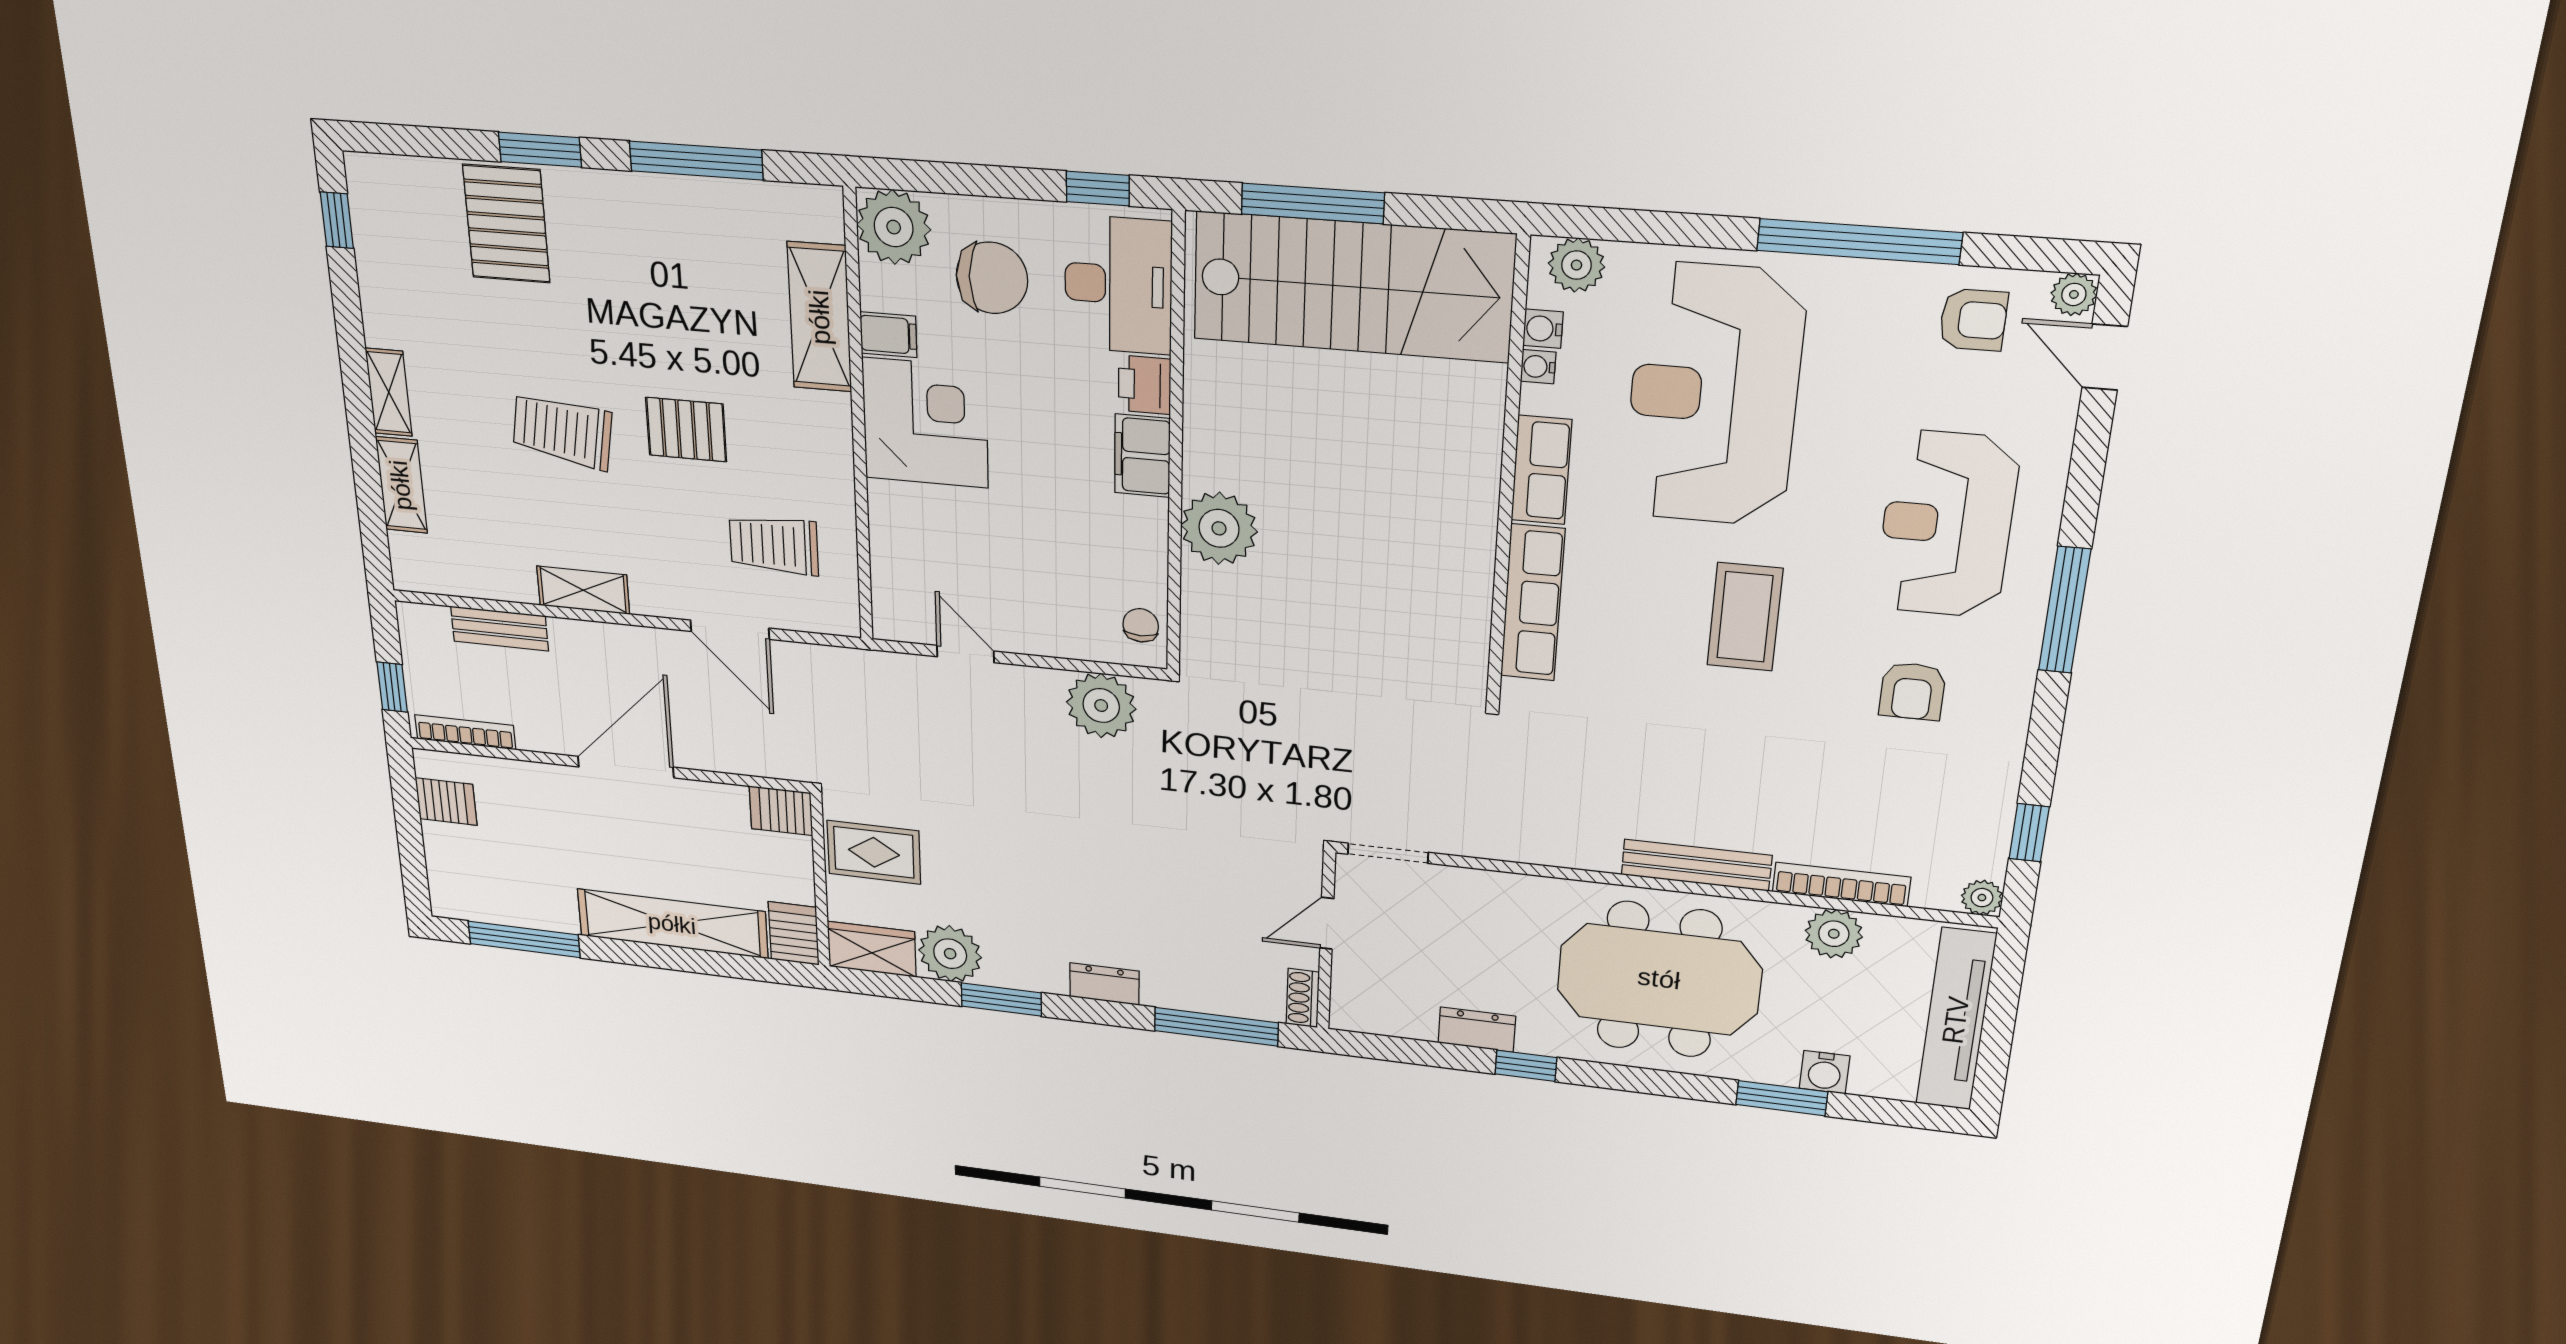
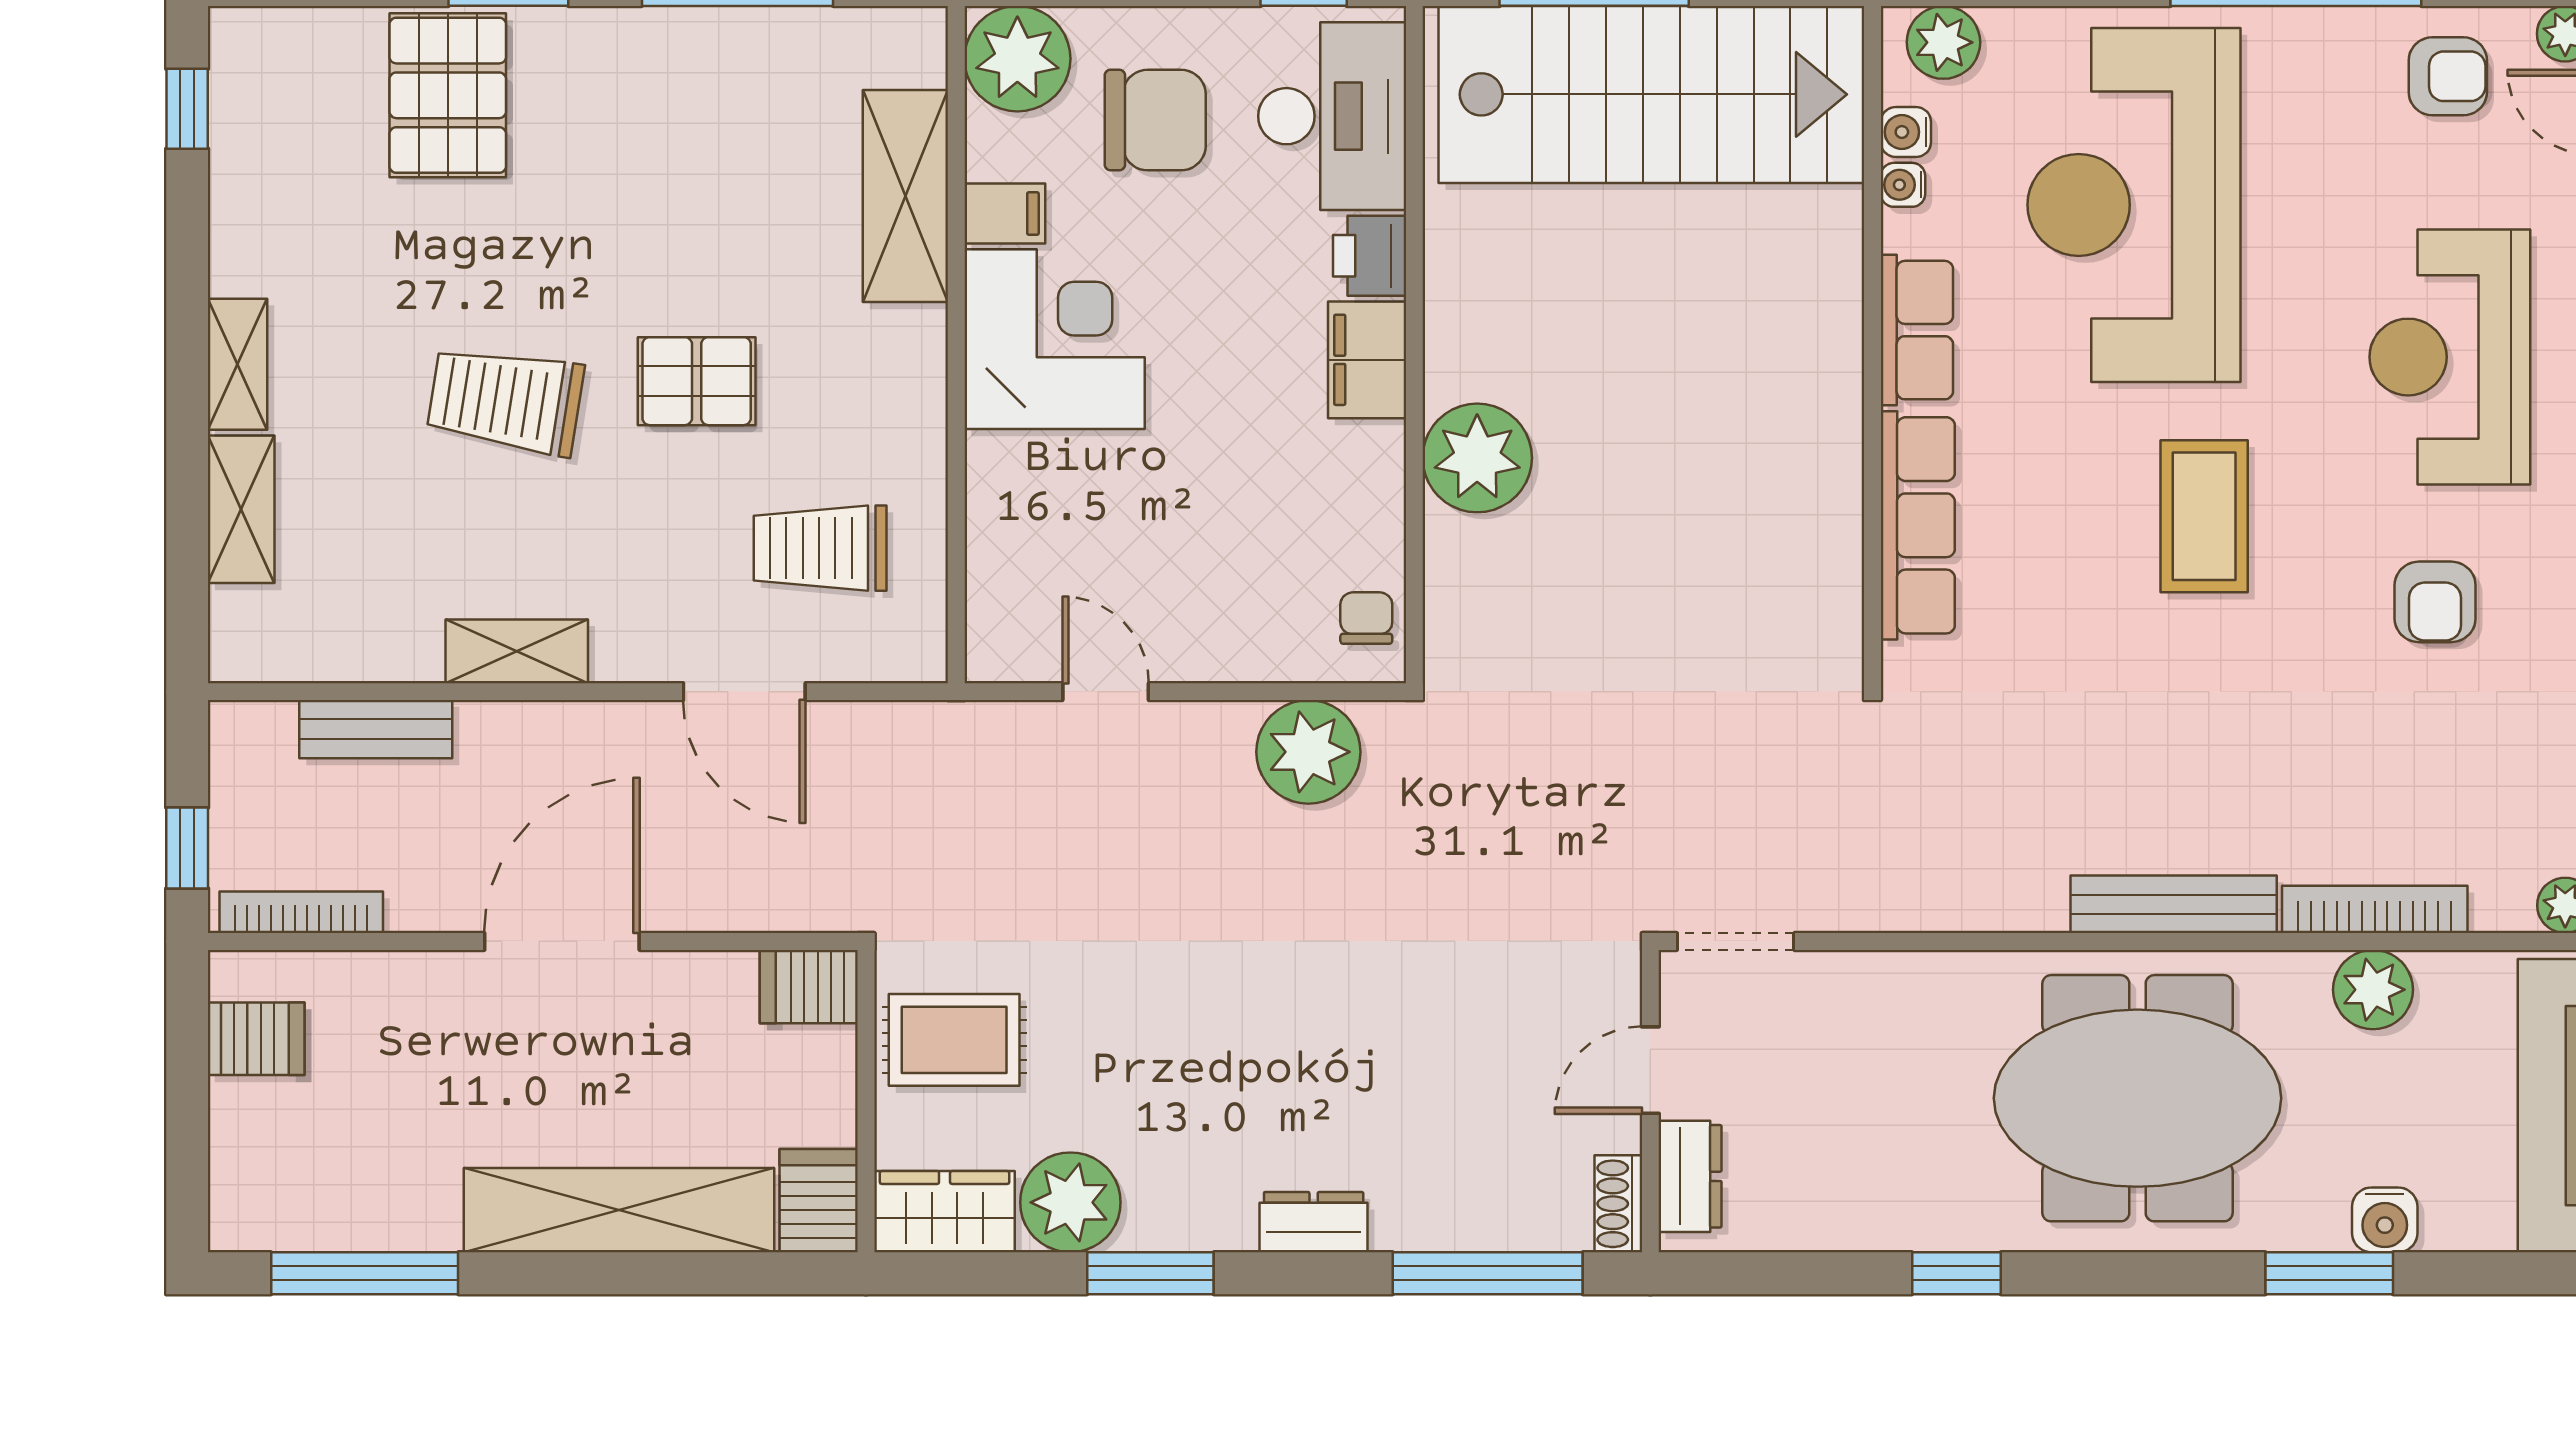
dresser: (1477, 1030) -> (1690, 1176), moved, turned 90

